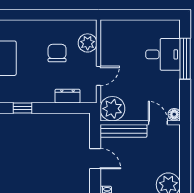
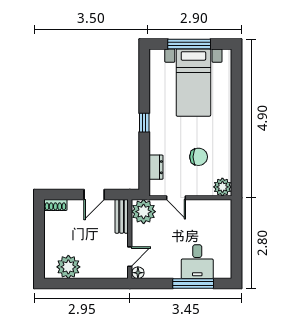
plant: (88, 43) -> (222, 187), moved
bench: (123, 131) -> (122, 216), width x0.73

